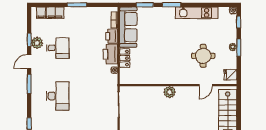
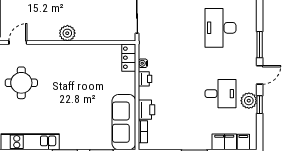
desk: (58, 48) -> (221, 94), turned 180
printer: (110, 54) -> (145, 79), width x0.53, depth x0.68
locker: (125, 58) -> (129, 58), moved

